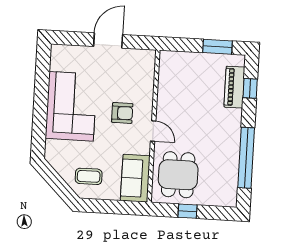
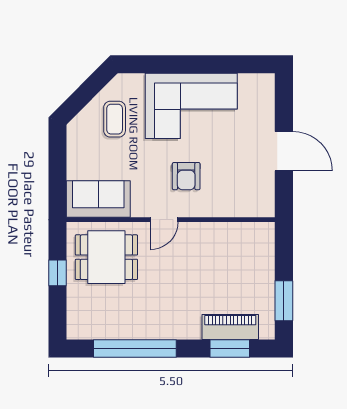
window: (250, 88) -> (230, 348), width x1.50
coffee table: (89, 176) -> (115, 119), moved

